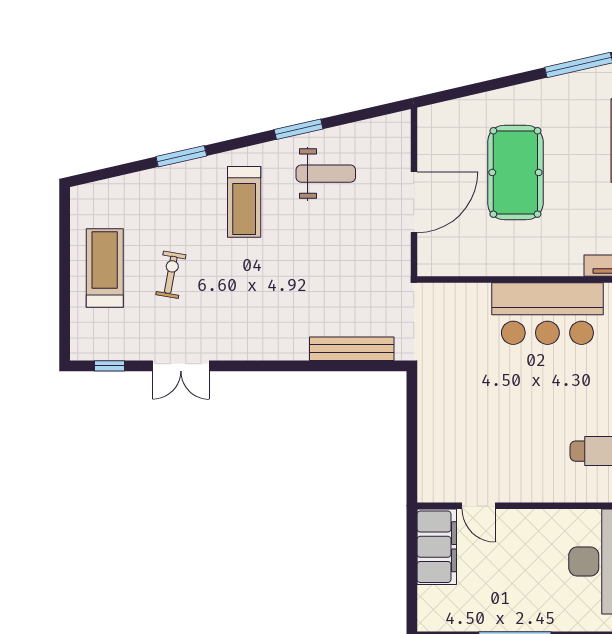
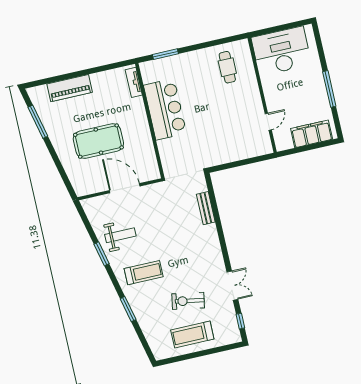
weight bench: (326, 174) -> (120, 235), turned 90
exercise bike: (171, 275) -> (188, 301), width x1.38, depth x1.39
bench: (352, 349) -> (206, 208), width x0.73
filing cabinet: (437, 547) -> (312, 134), moved

